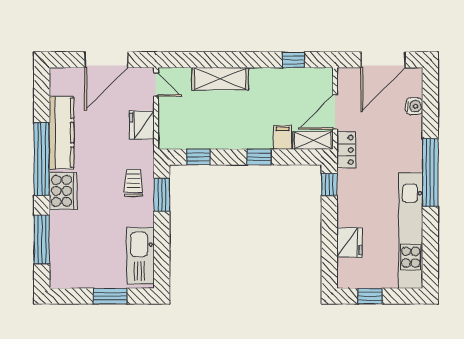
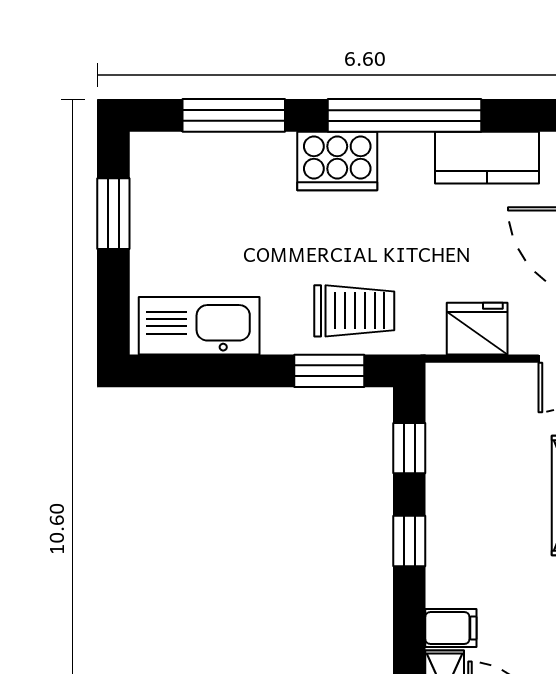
kitchen counter: (61, 133) -> (487, 158), width x0.67
window: (259, 157) -> (409, 541), moved
trolley: (133, 183) -> (354, 311), width x1.36, depth x1.39
window: (110, 296) -> (113, 214), moved

